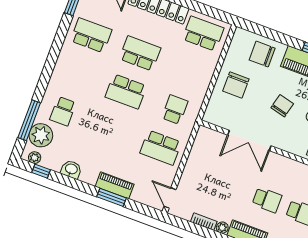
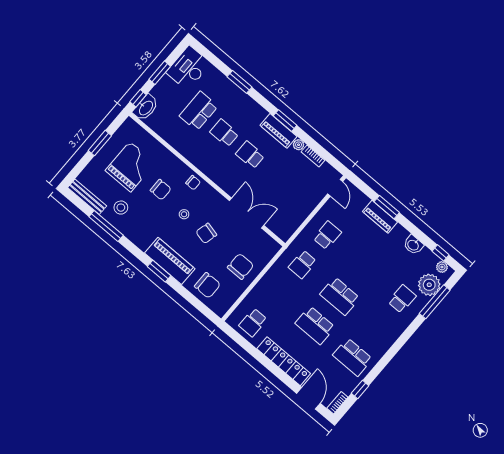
school desk: (203, 34) -> (253, 322), width x0.54
school desk: (126, 91) -> (340, 296), turned 180
school desk: (161, 148) -> (327, 235), width x0.54

